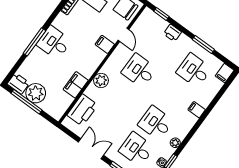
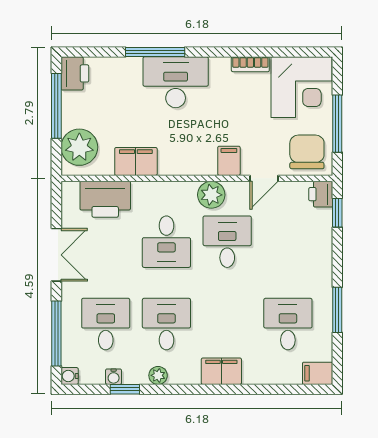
printer: (172, 33) -> (321, 194), moved
desk: (54, 43) -> (176, 82), width x1.37
plant: (101, 80) -> (211, 195), moved
plant: (36, 93) -> (79, 147), moved
desk: (120, 97) -> (166, 242), added
filing cabinet: (197, 110) -> (221, 371), width x2.00

